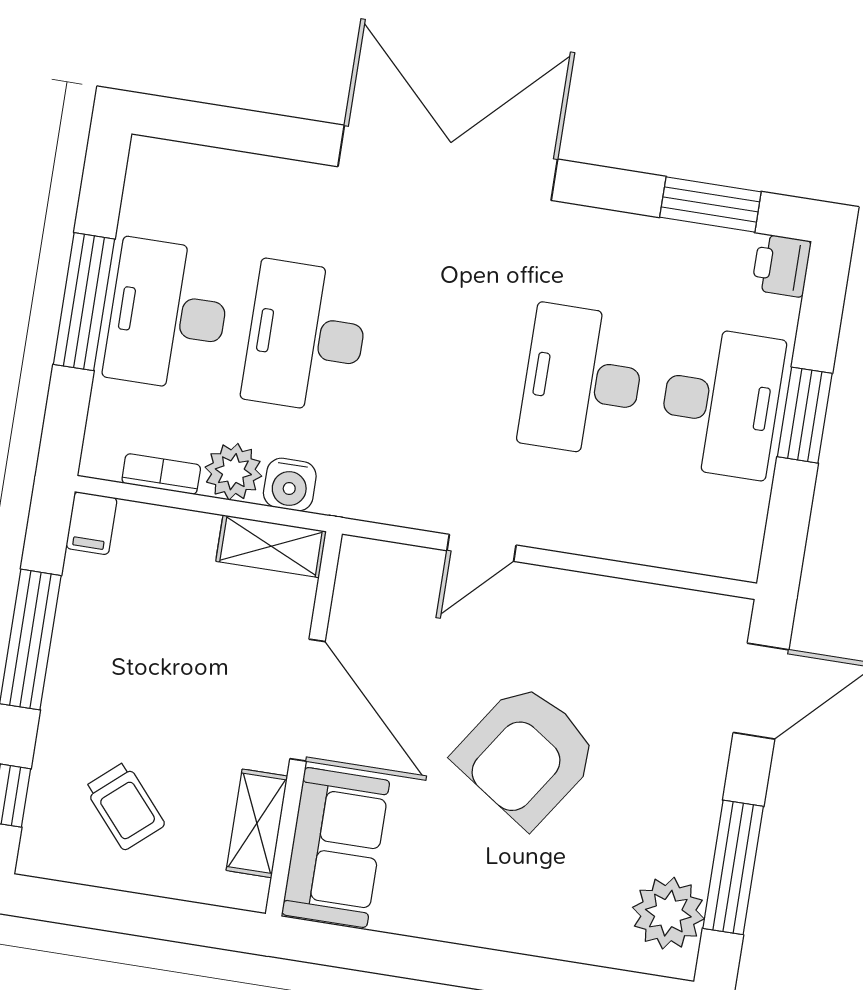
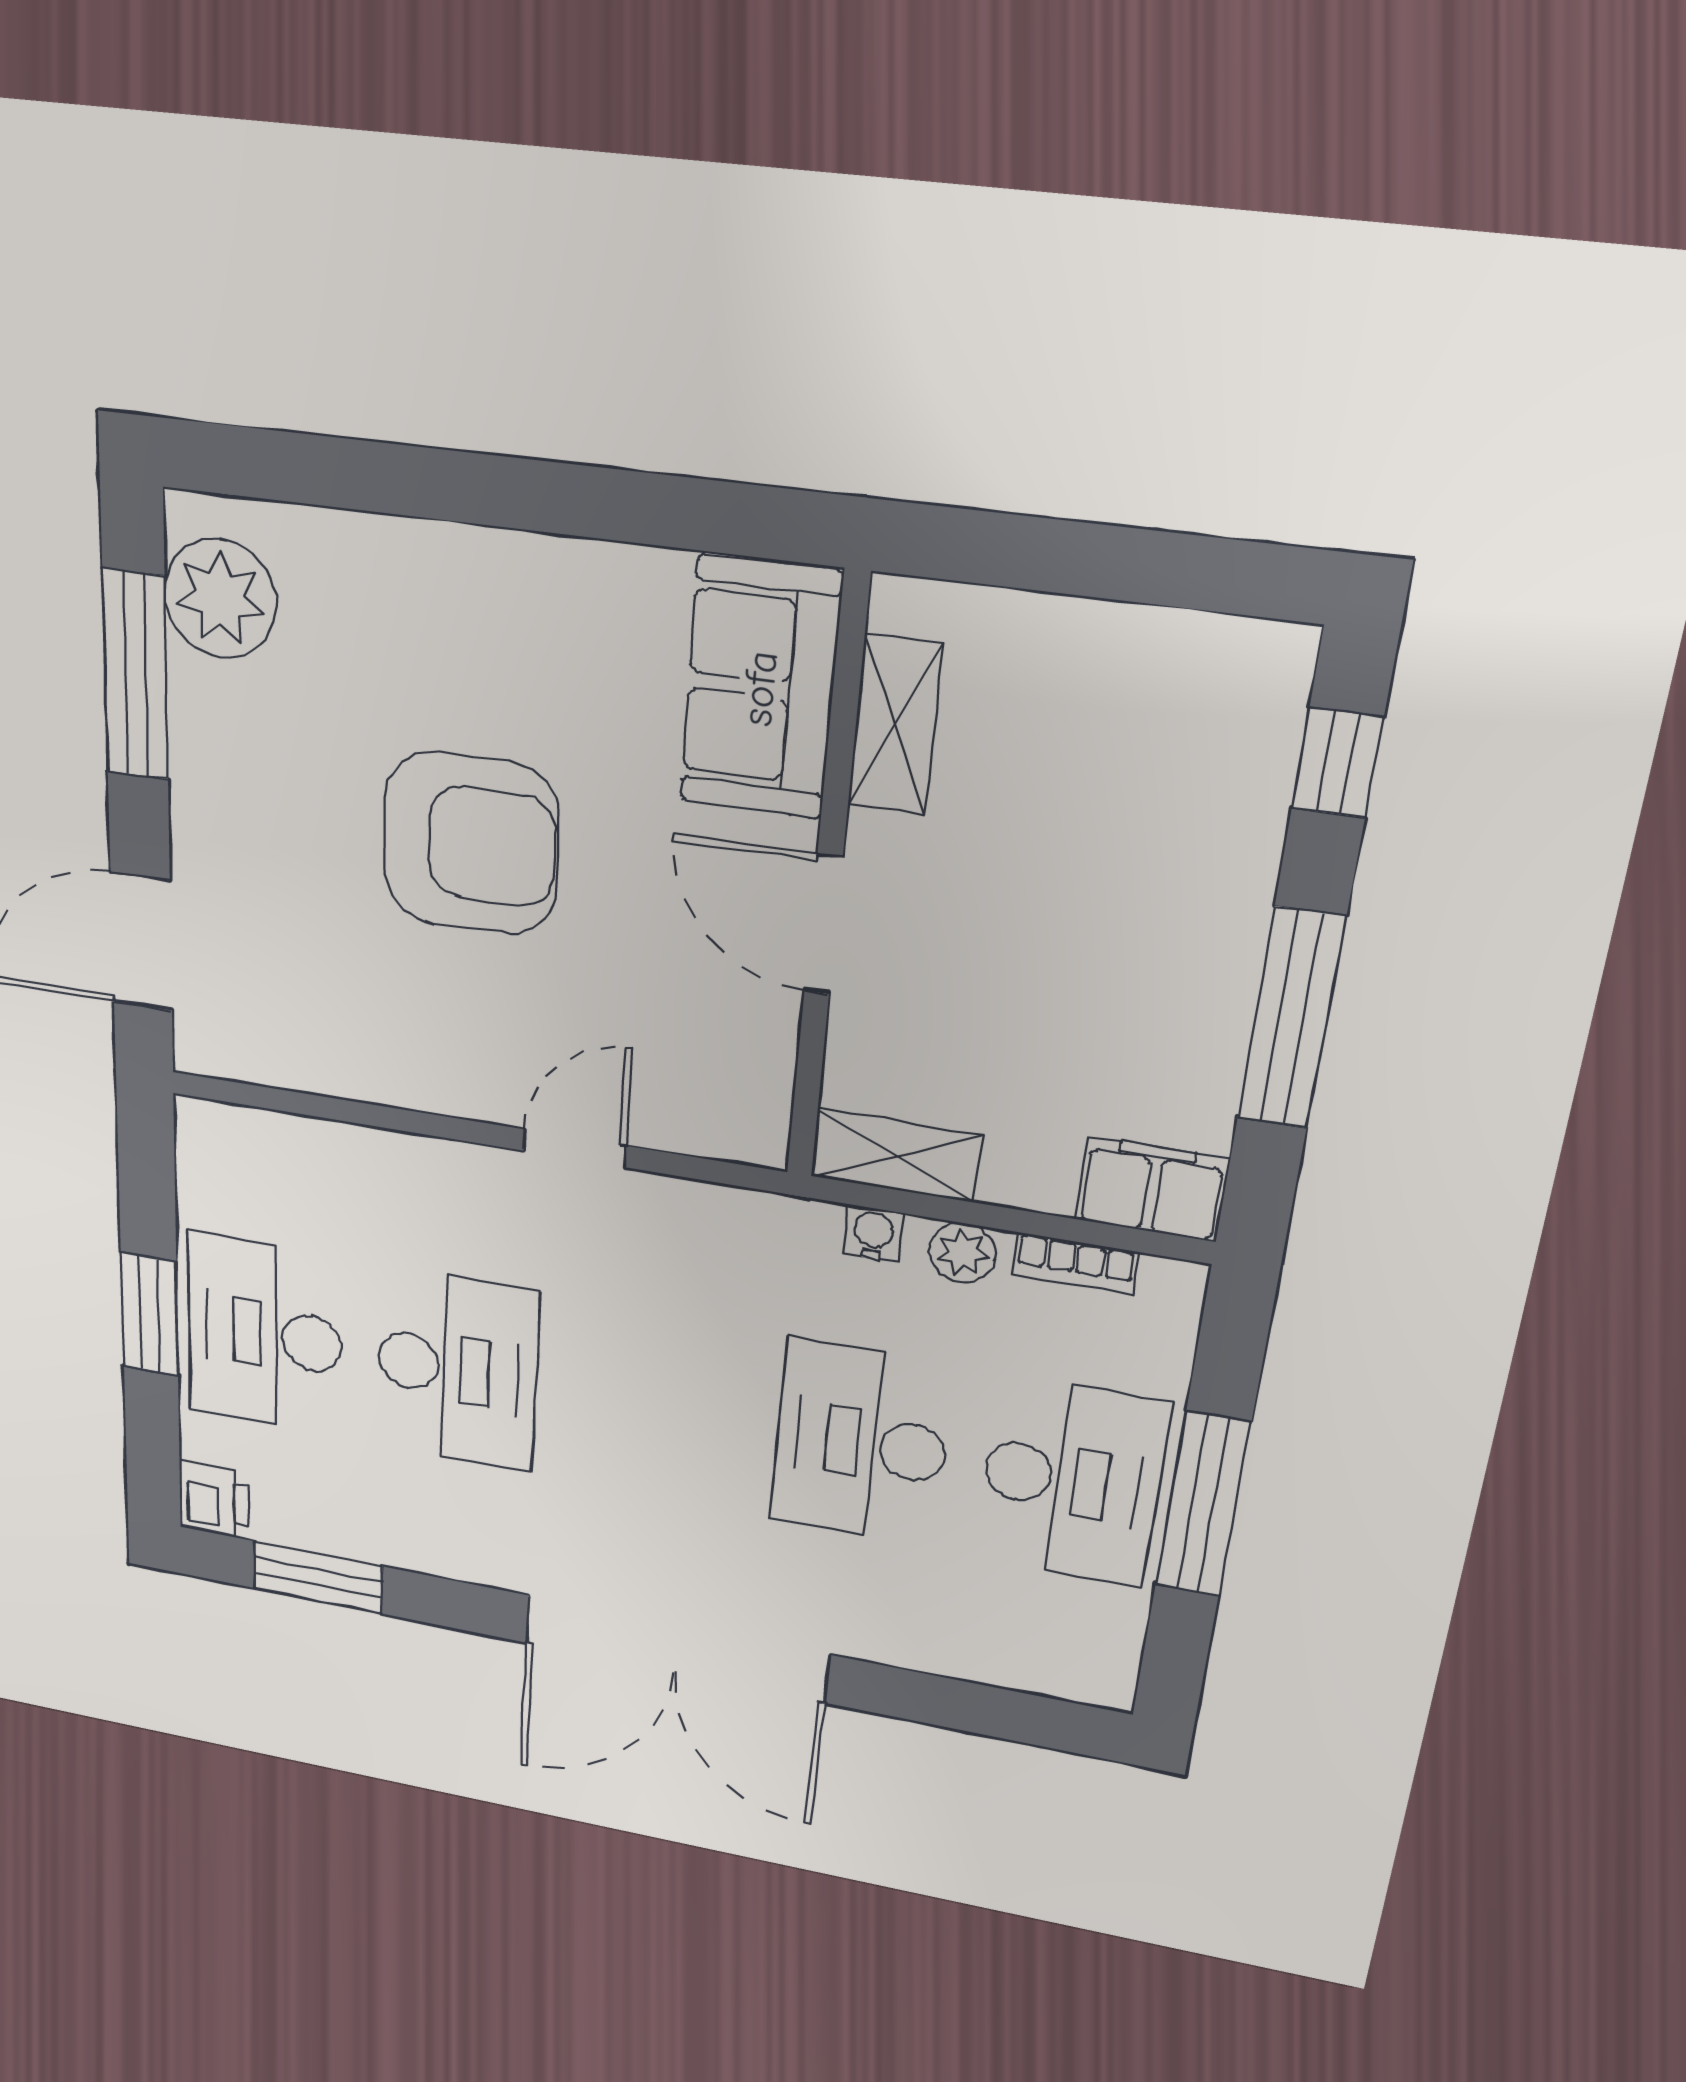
desk: (306, 337) -> (861, 1443), turned 180
plant: (233, 472) -> (962, 1253), width x0.73, depth x0.73
water cooler: (290, 485) -> (873, 1234), width x0.72, depth x0.72
filing cabinet: (92, 523) -> (1152, 1189), width x2.00
door: (308, 700) -> (823, 925), width x0.73
armchair: (527, 755) -> (471, 844), turned 56
trolley: (125, 806) -> (1124, 749), removed

